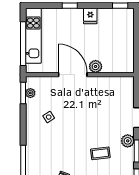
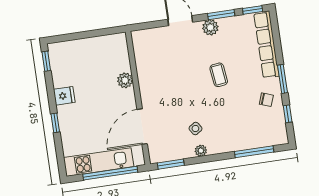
door: (73, 75) -> (142, 127), moved
plant: (30, 93) -> (201, 151), moved
coffee table: (100, 153) -> (219, 75), moved

